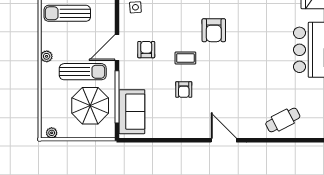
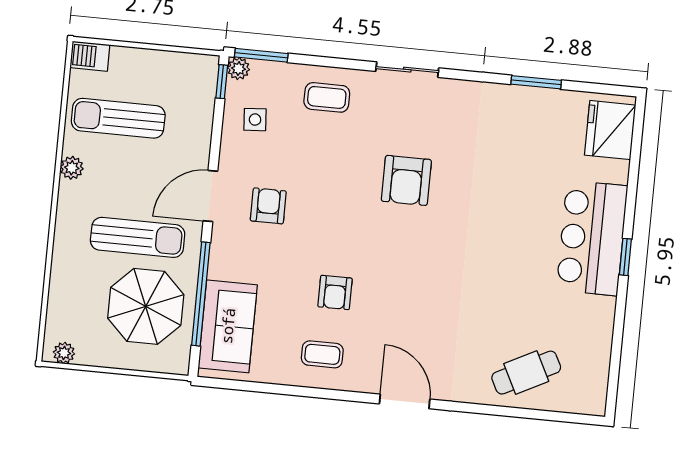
plant: (47, 56) -> (72, 168), moved
coffee table: (185, 58) -> (322, 354), moved

